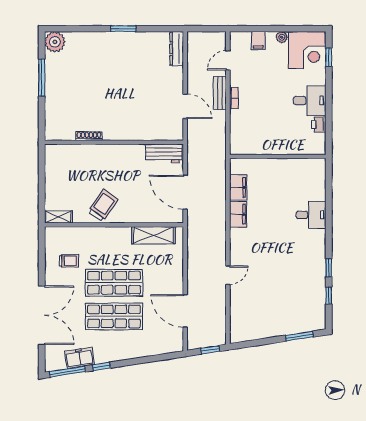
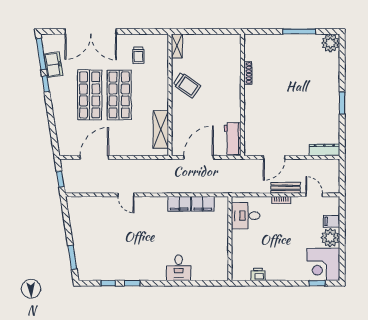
plant: (282, 37) -> (330, 238), width x1.88, depth x1.88
desk: (310, 101) -> (246, 216), moved, turned 90

